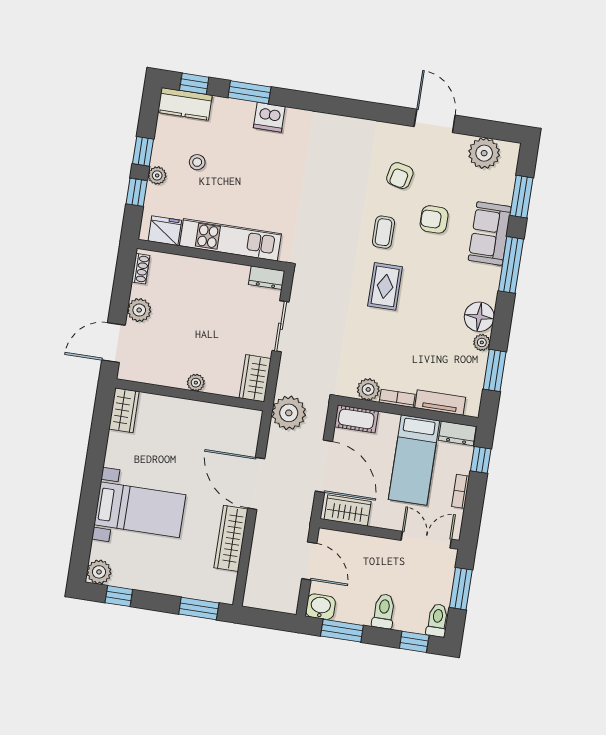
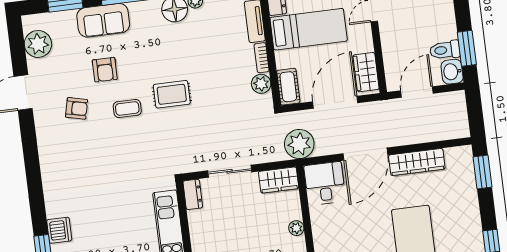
desk: (237, 429) -> (325, 183), added
toilet: (384, 611) -> (445, 50), moved

